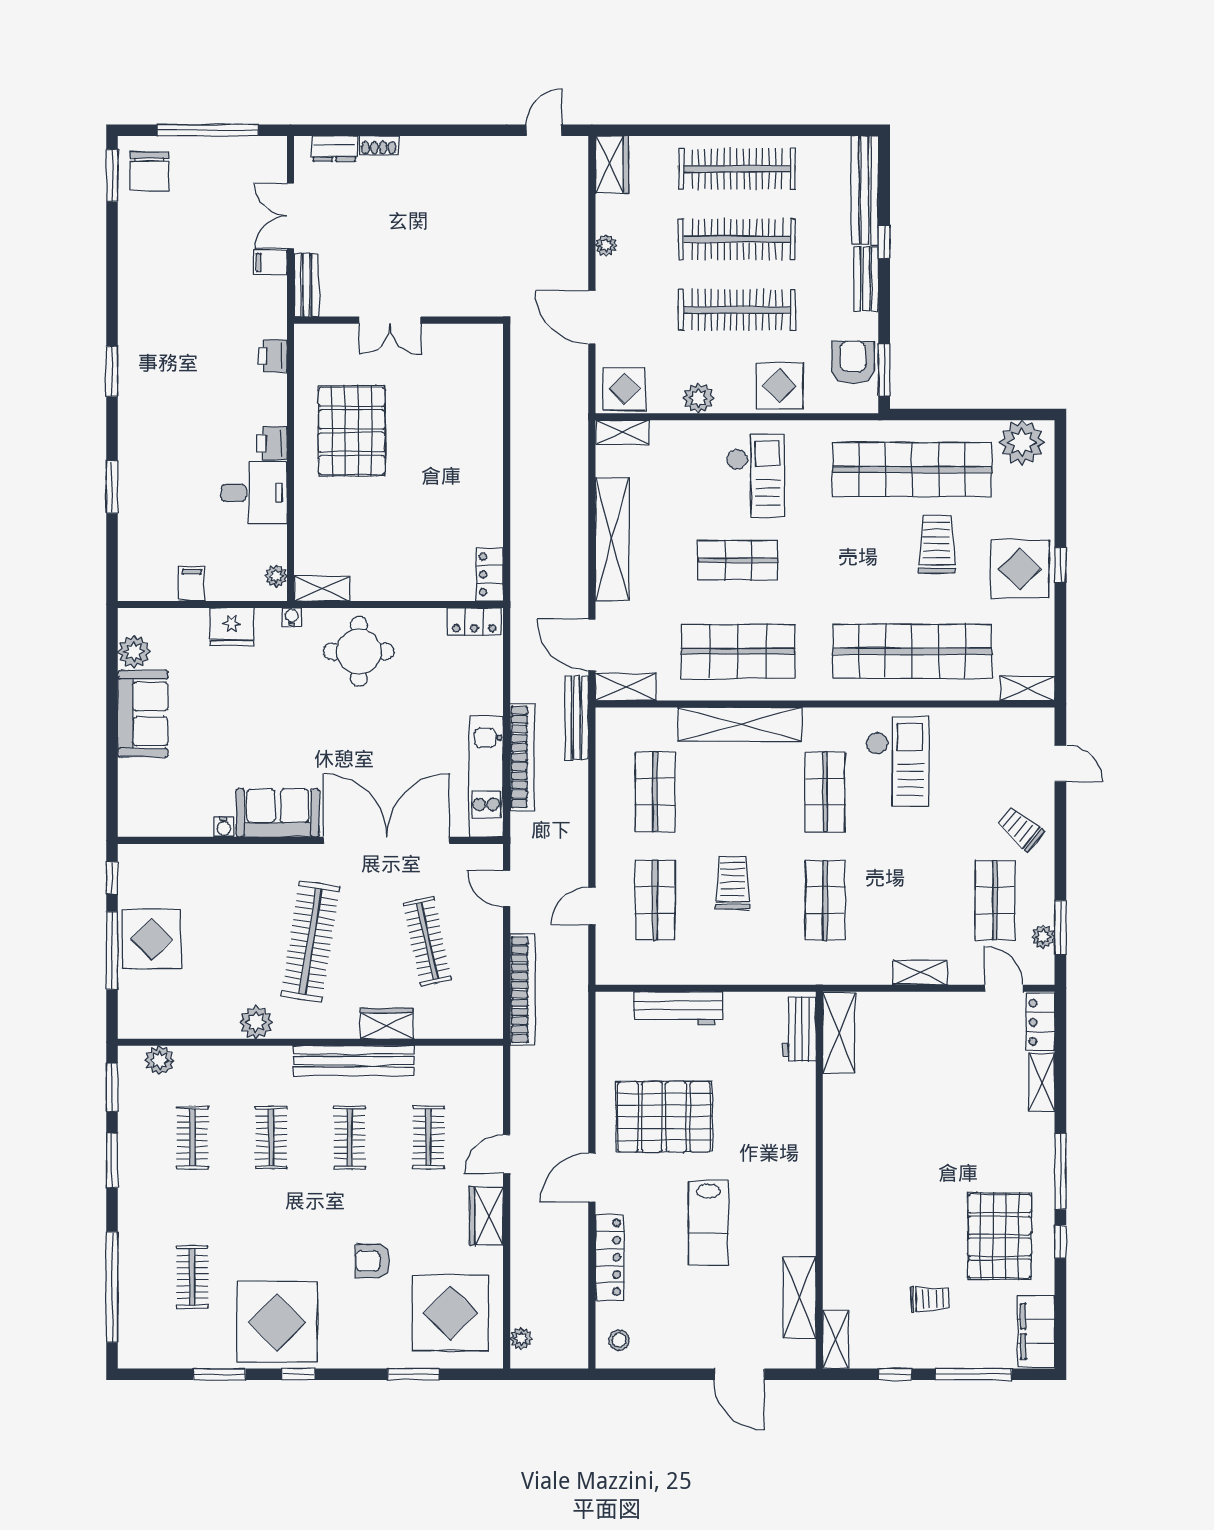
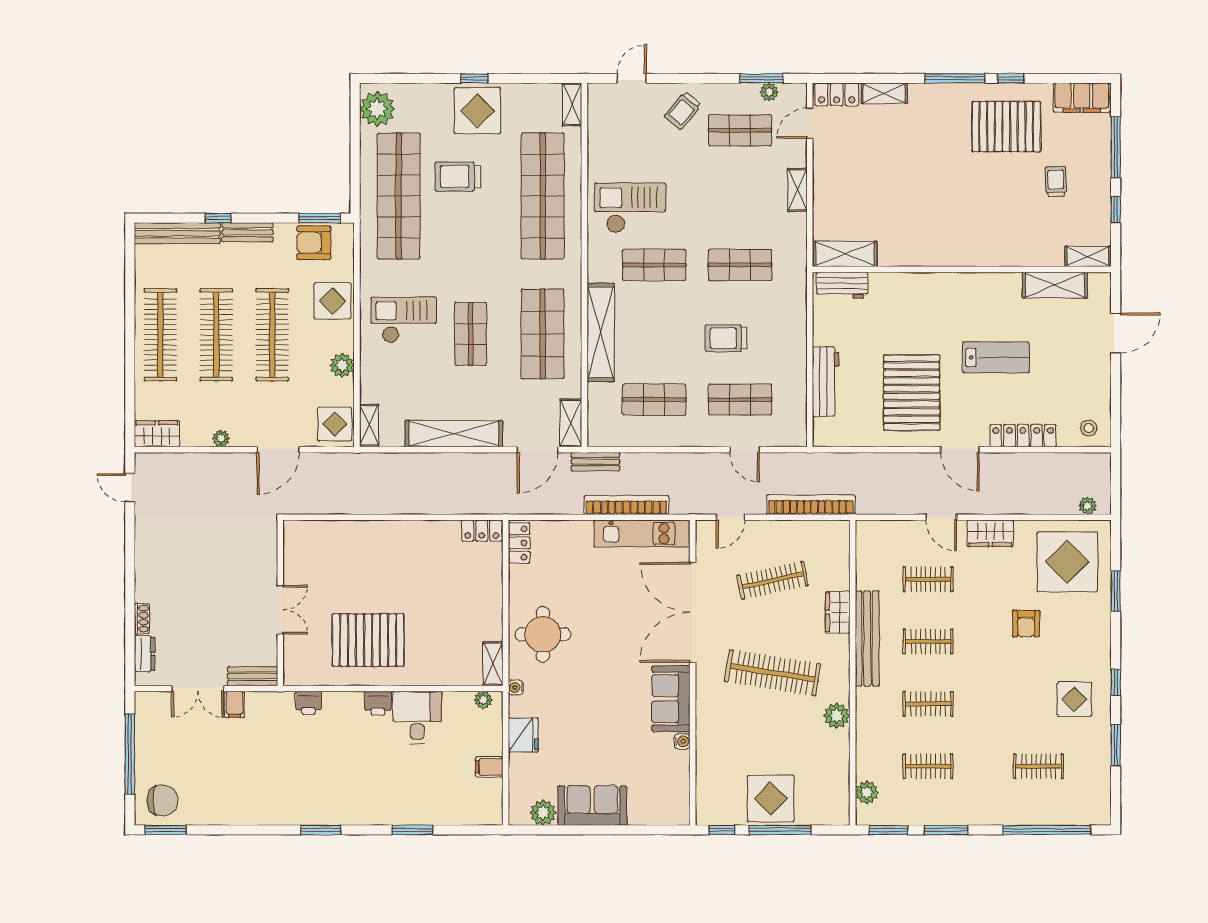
bench: (577, 718) -> (595, 462), width x0.73
display table: (277, 1322) -> (1074, 699), width x0.54, depth x0.54

